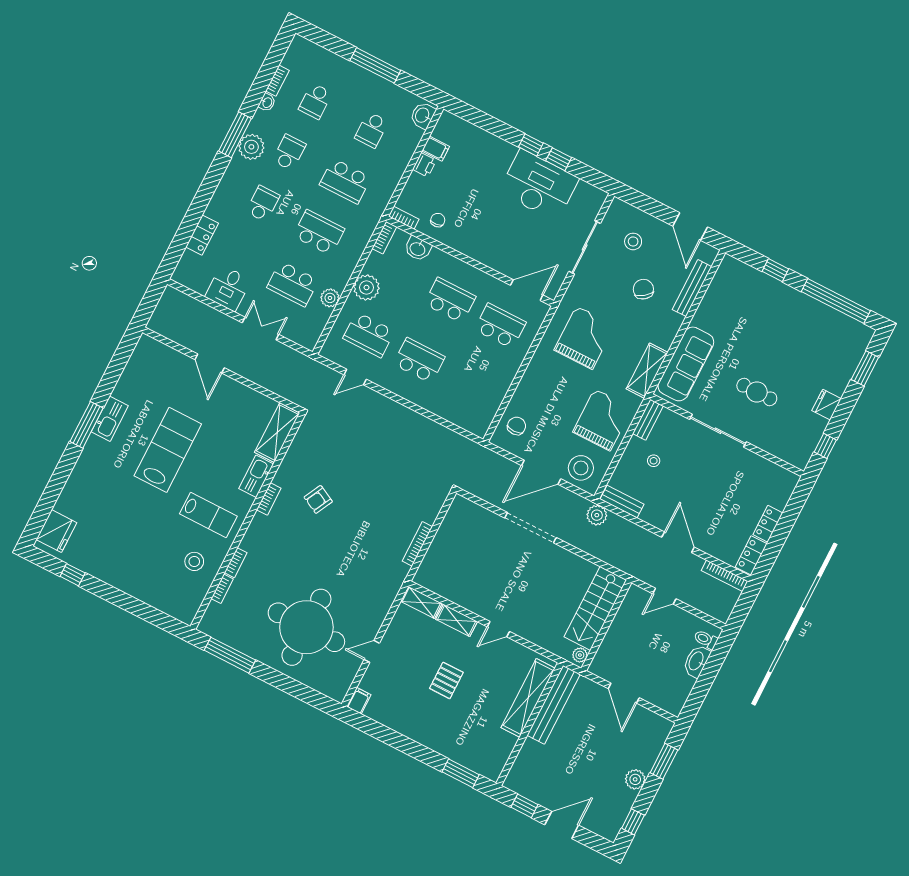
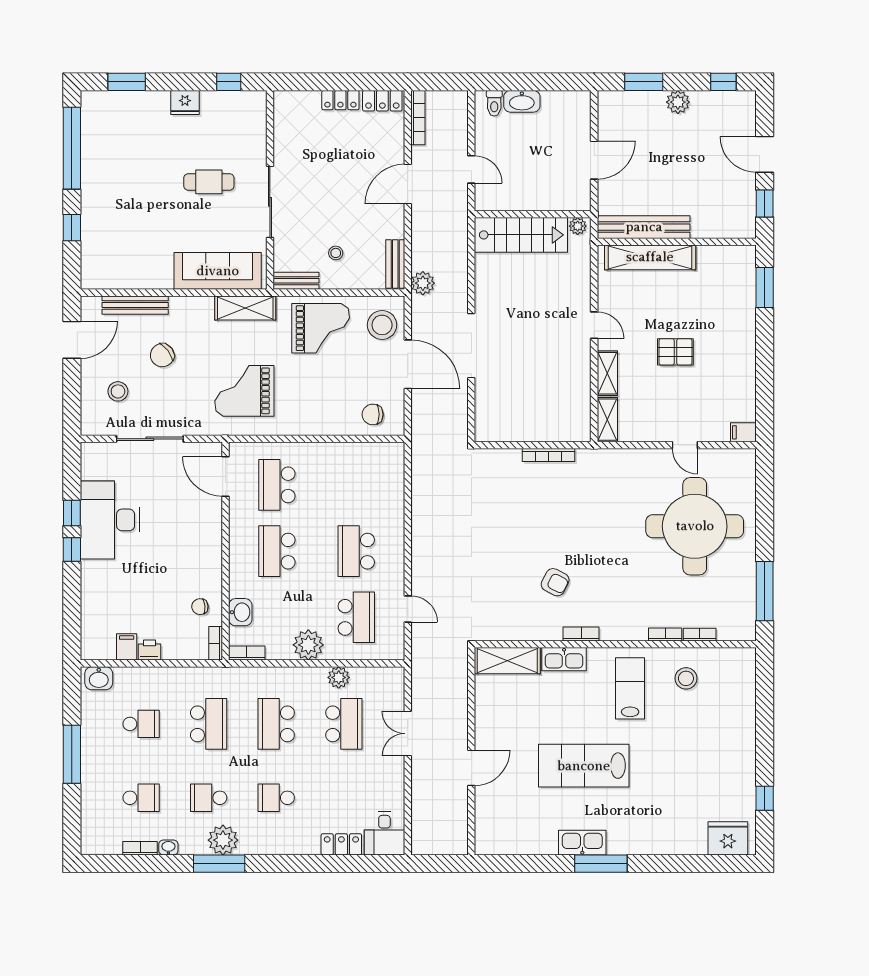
desk: (228, 288) -> (384, 833), moved, turned 90
cafe table: (757, 392) -> (209, 182), turned 90
grand piano: (602, 420) -> (321, 328), turned 180

